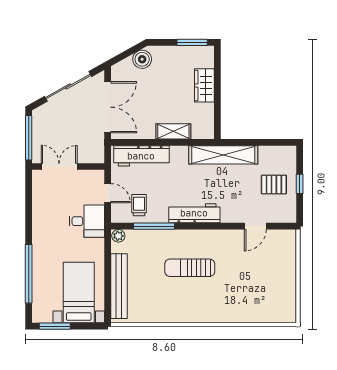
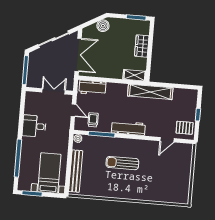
shelving: (173, 131) -> (134, 75), moved
workbench: (141, 156) -> (92, 88), width x0.73
double door: (59, 166) -> (54, 91), moved
pallet: (274, 185) -> (185, 128), moved
desk: (87, 221) -> (34, 126), moved, turned 180

